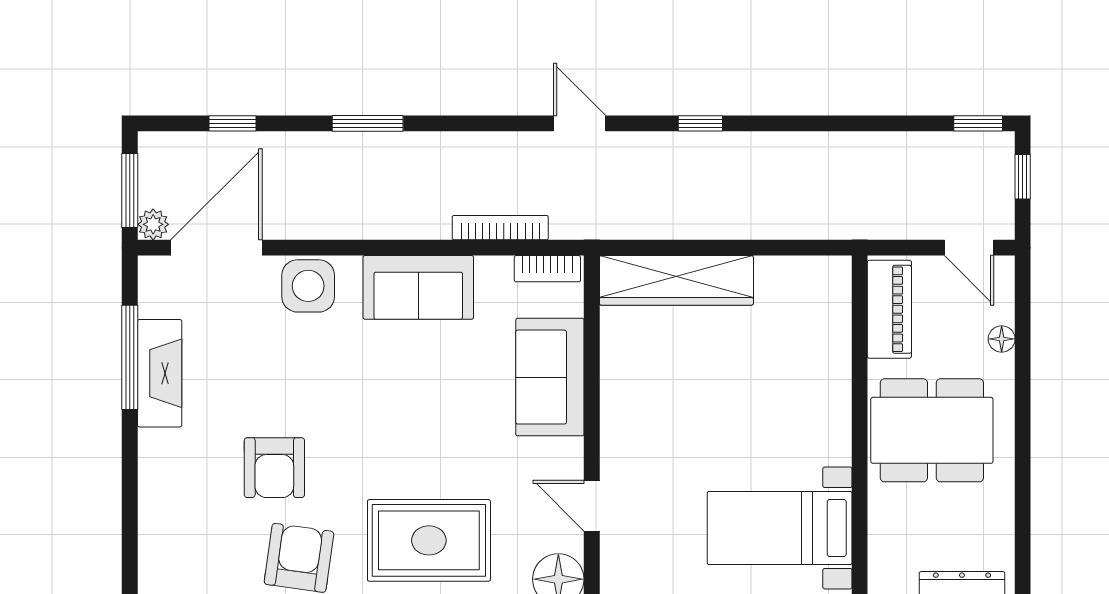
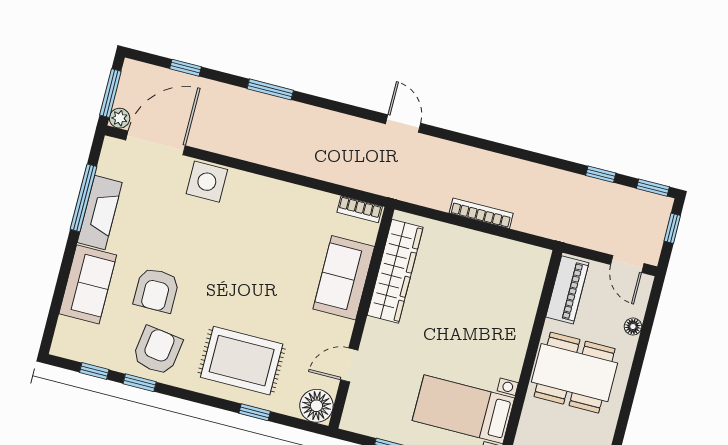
window: (700, 123) -> (601, 174), moved
bookcase: (500, 228) -> (481, 213), moved
wardrobe: (676, 280) -> (395, 271), moved, turned -90
sofa: (418, 287) -> (88, 284), moved, turned -90
door: (592, 506) -> (349, 365), hinge flipped

